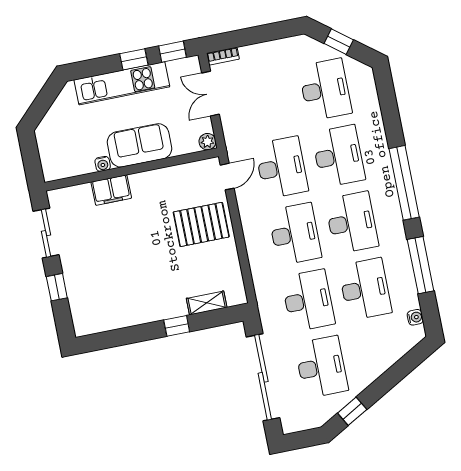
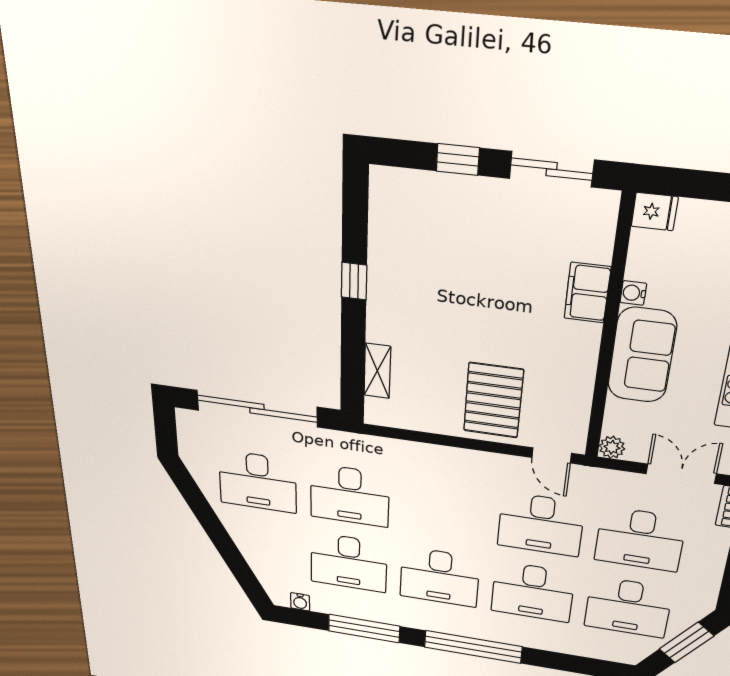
window: (339, 42) -> (686, 642), width x1.50
fridge: (52, 169) -> (655, 212), added
desk: (295, 234) -> (640, 539), moved
window: (177, 326) -> (354, 281), moved
window: (352, 411) -> (194, 497), removed

